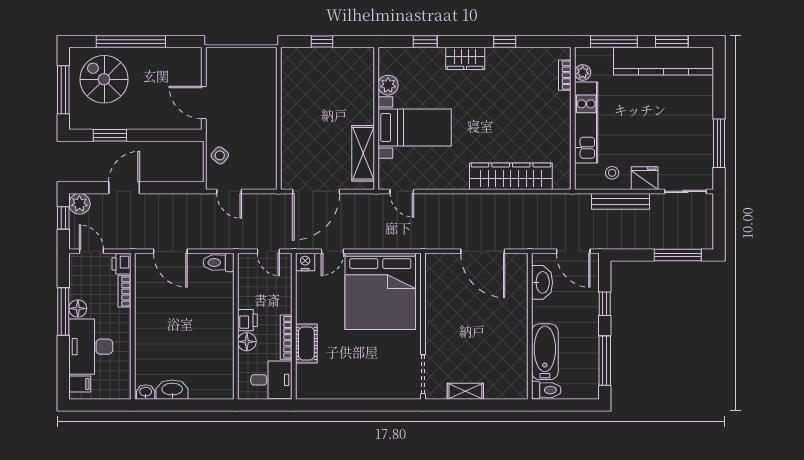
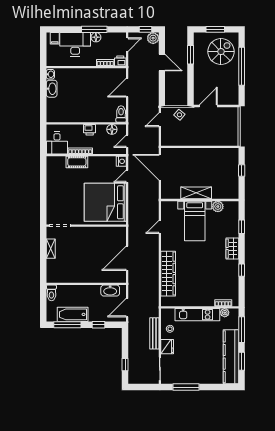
window: (63, 90) -> (215, 29), width x0.69
shelving: (363, 153) -> (196, 193), moved
door: (402, 191) -> (160, 227), moved
door: (332, 251) -> (127, 176), hinge flipped
window: (678, 255) -> (125, 365), width x0.46
floor lamp: (247, 342) -> (112, 129), moved
bathtub: (545, 352) -> (73, 314), moved, turned 180

